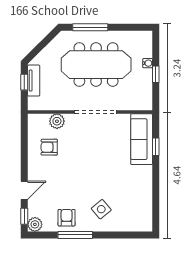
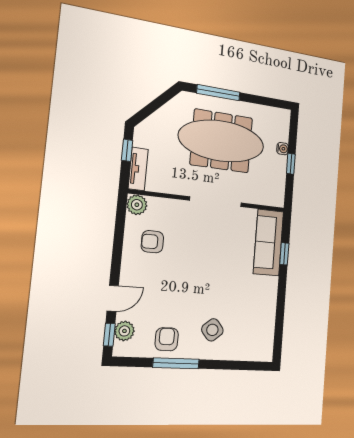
tv unit: (34, 81) -> (138, 169), moved
plant: (57, 121) -> (137, 205), moved
plant: (35, 224) -> (124, 331), moved

